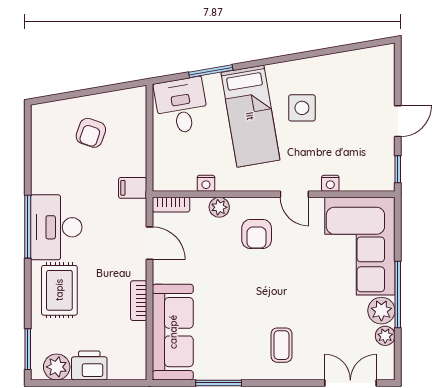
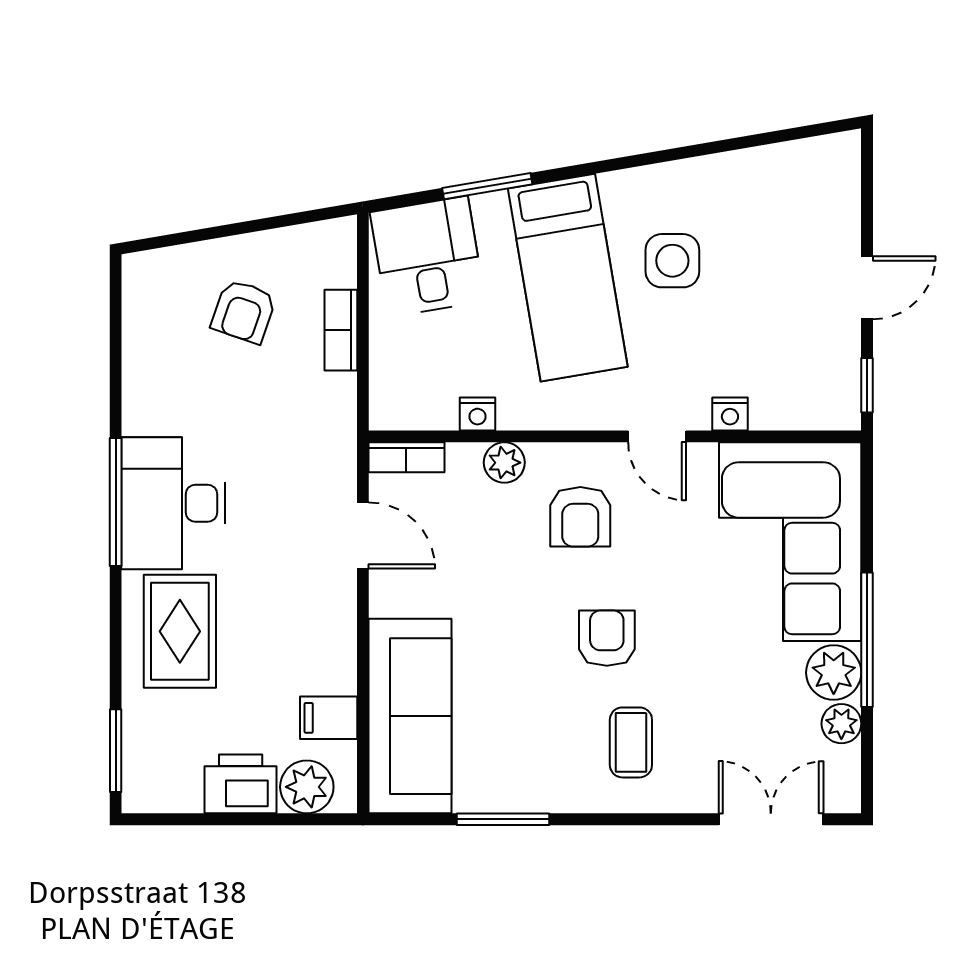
filing cabinet: (133, 188) -> (329, 718), moved
armchair: (270, 294) -> (607, 638), added
bookcase: (139, 301) -> (341, 330), moved
plant: (57, 367) -> (307, 787), moved

